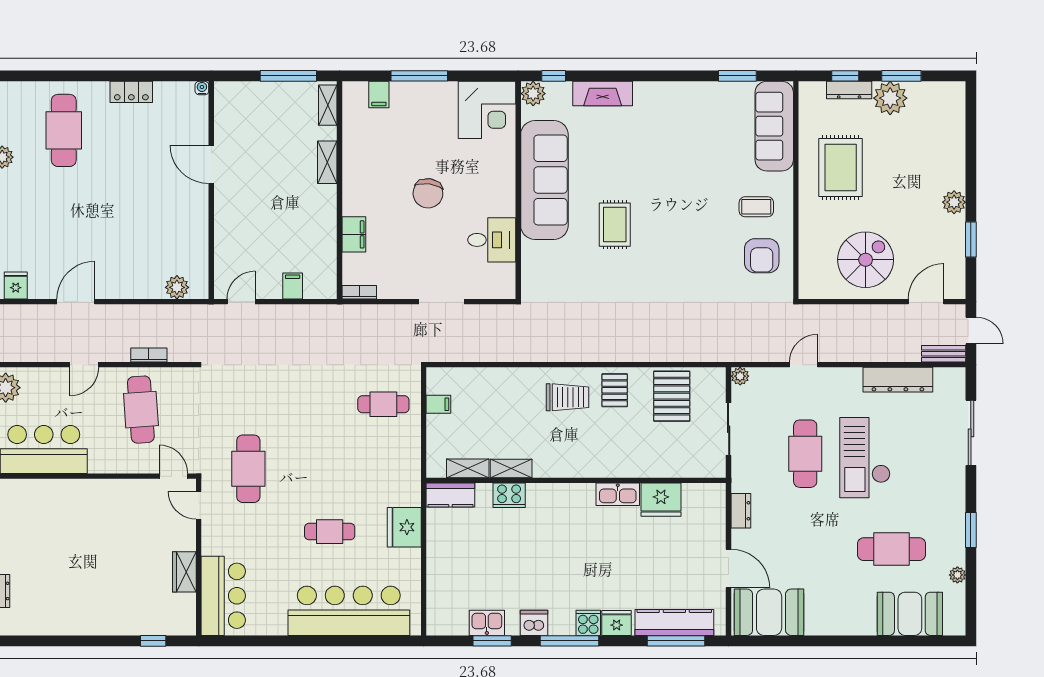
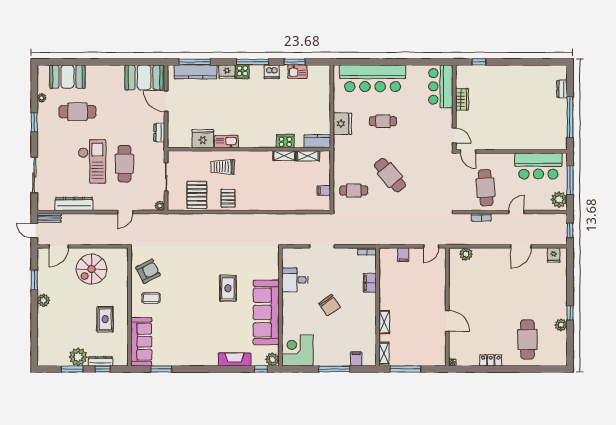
rug: (841, 168) -> (105, 319), width x0.73, depth x0.70
chair: (428, 193) -> (329, 305), turned 137
armchair: (762, 256) -> (148, 271), turned 63
trolley: (568, 397) -> (223, 167), moved
cafe table: (248, 469) -> (390, 175), moved, turned -40

